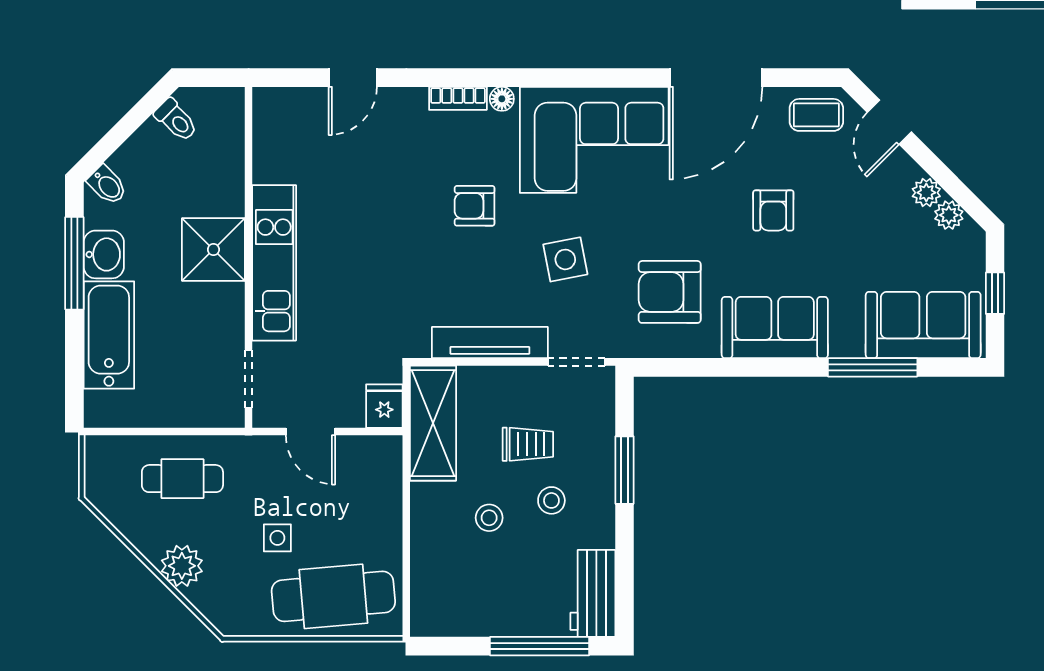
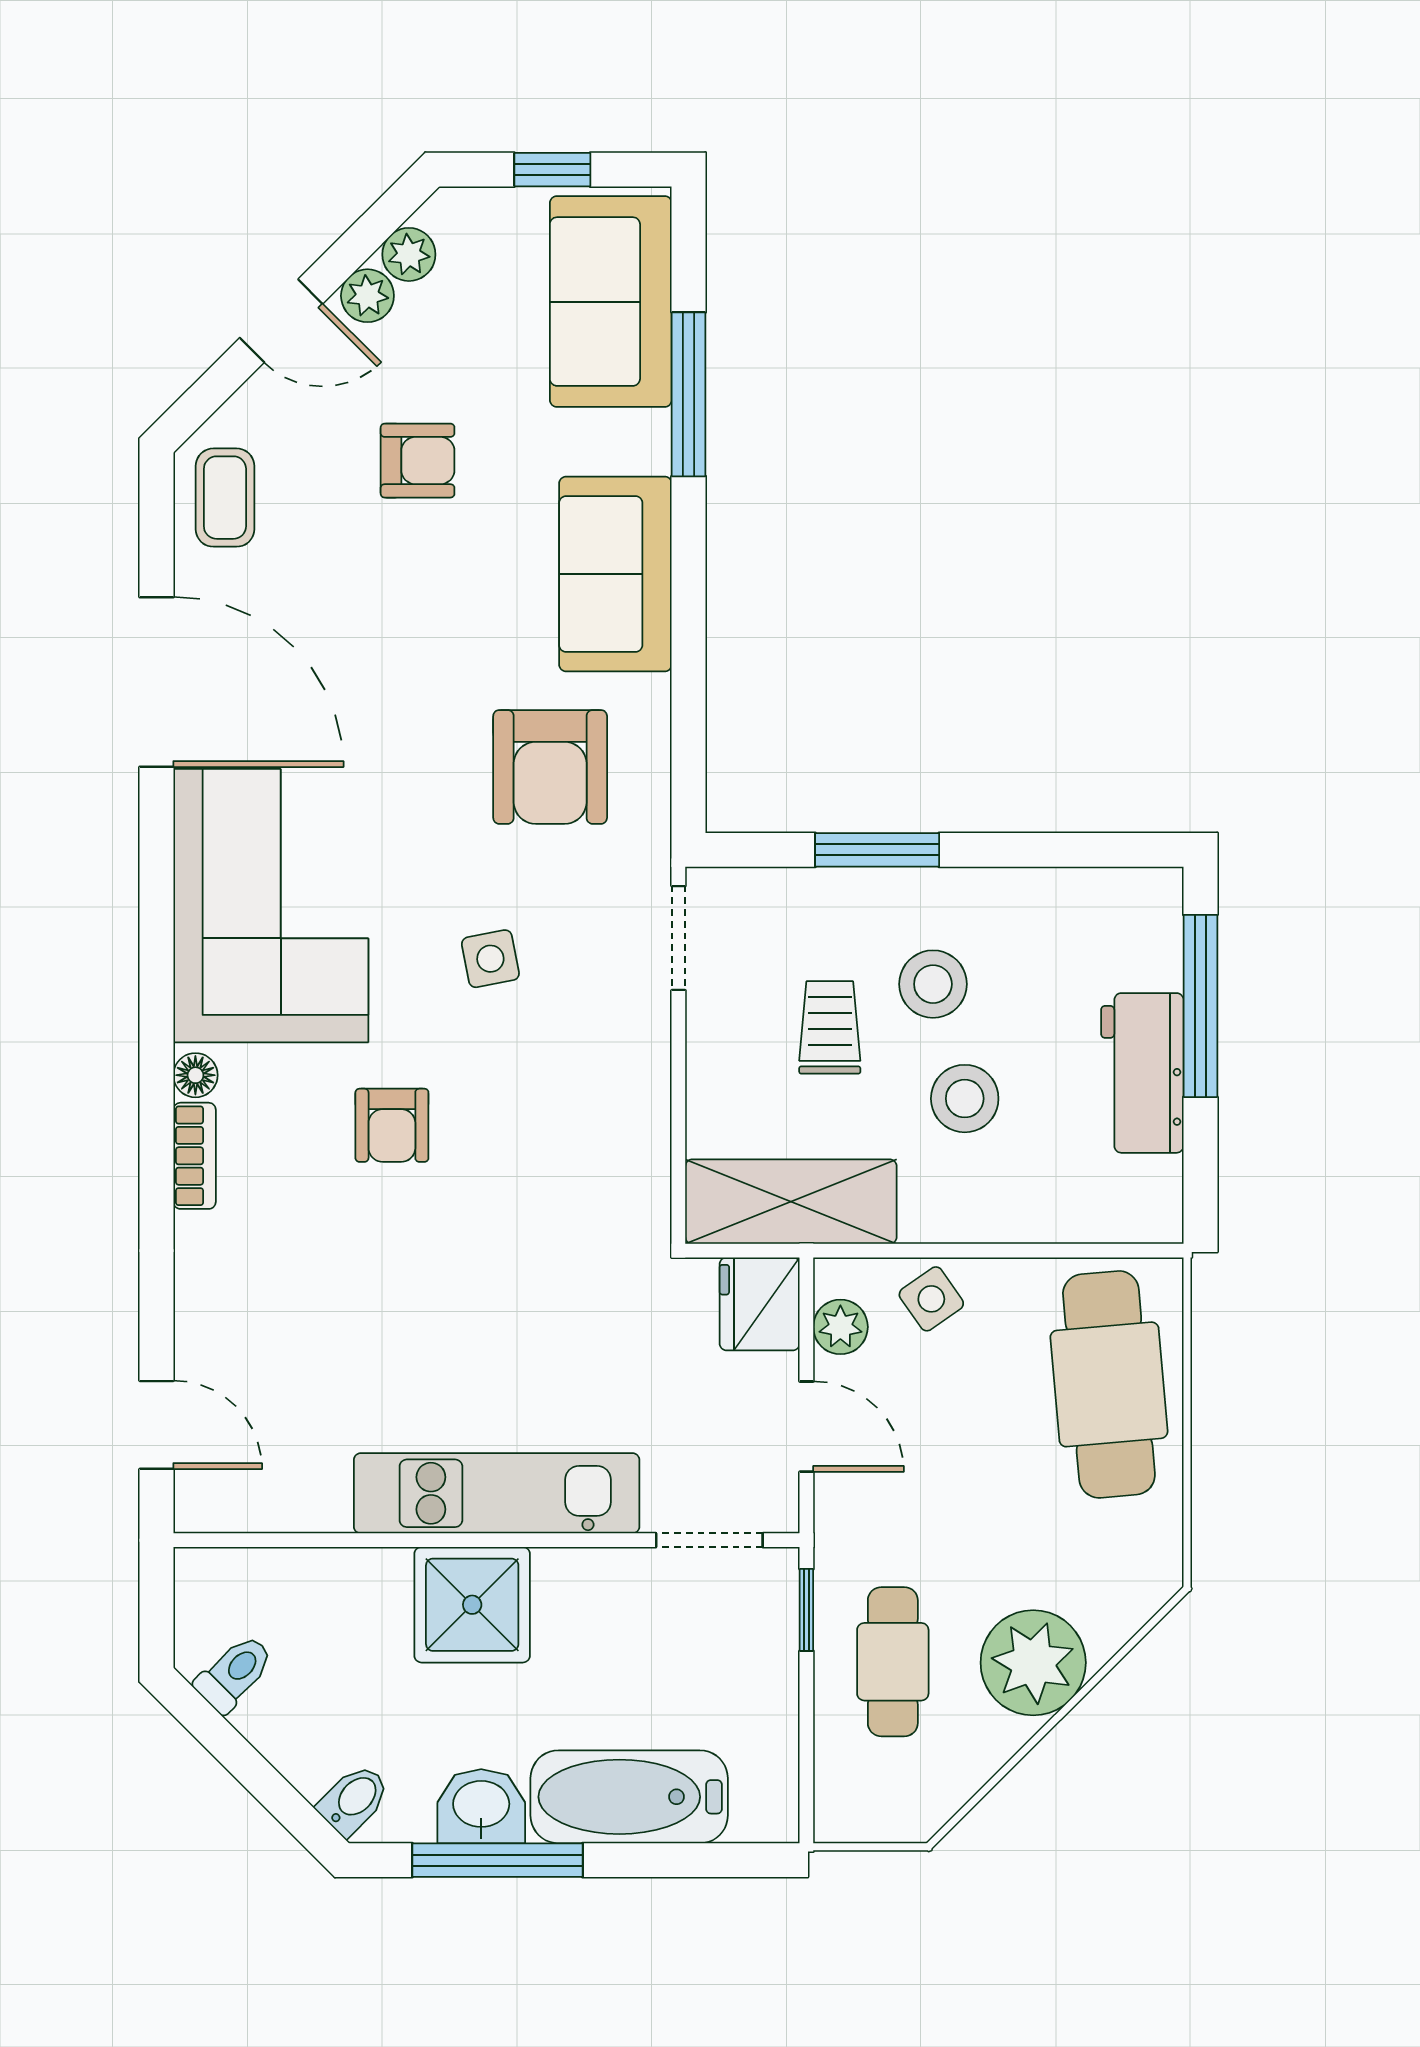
door: (353, 78) -> (156, 1425), moved
door: (889, 122) -> (281, 321), moved
armchair: (773, 210) -> (418, 461), moved
side table: (565, 259) -> (490, 959), width x0.73, depth x0.73
tv unit: (490, 343) -> (643, 1097), removed
fridge: (384, 406) -> (760, 1304), width x1.38
window: (211, 432) -> (806, 1610), added
door: (310, 432) -> (806, 1427), hinge flipped
plant: (365, 450) -> (840, 1327), added
stool: (551, 500) -> (933, 984), width x1.37, depth x1.37
stool: (489, 518) -> (965, 1099), width x1.37, depth x1.37
side table: (277, 538) -> (931, 1299), moved, turned -35
plant: (182, 566) -> (1033, 1663), width x1.36, depth x1.36
workbench: (593, 593) -> (1142, 1073), moved, turned 90

